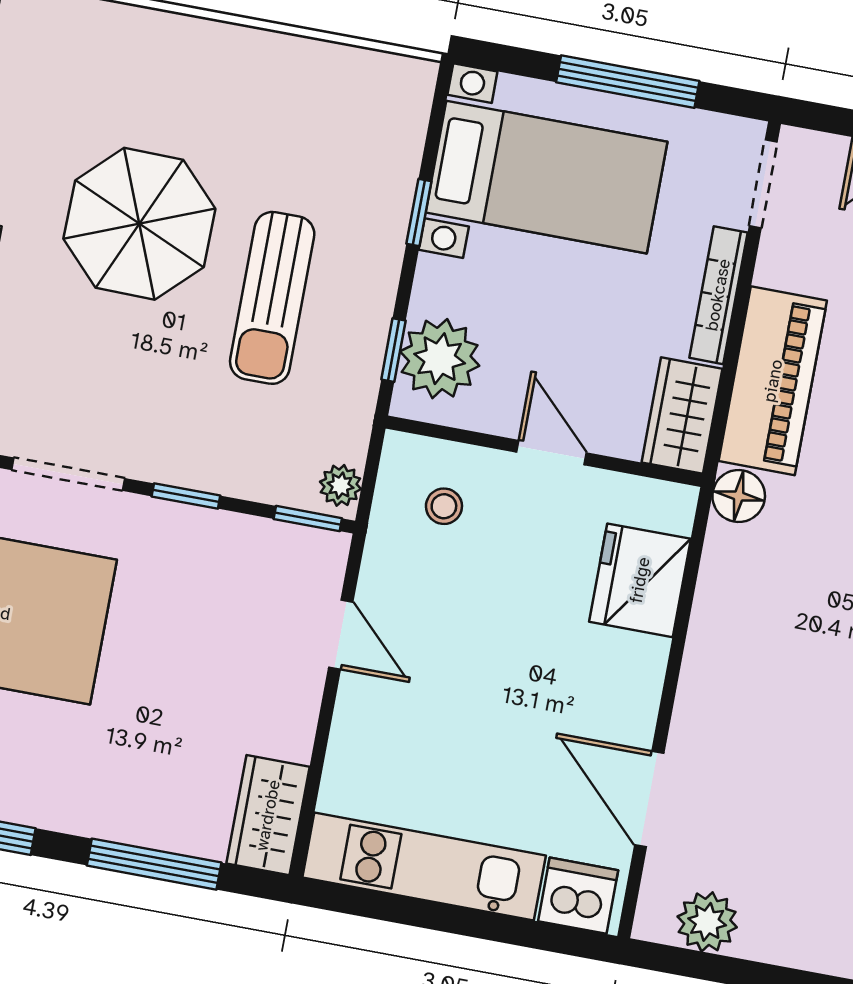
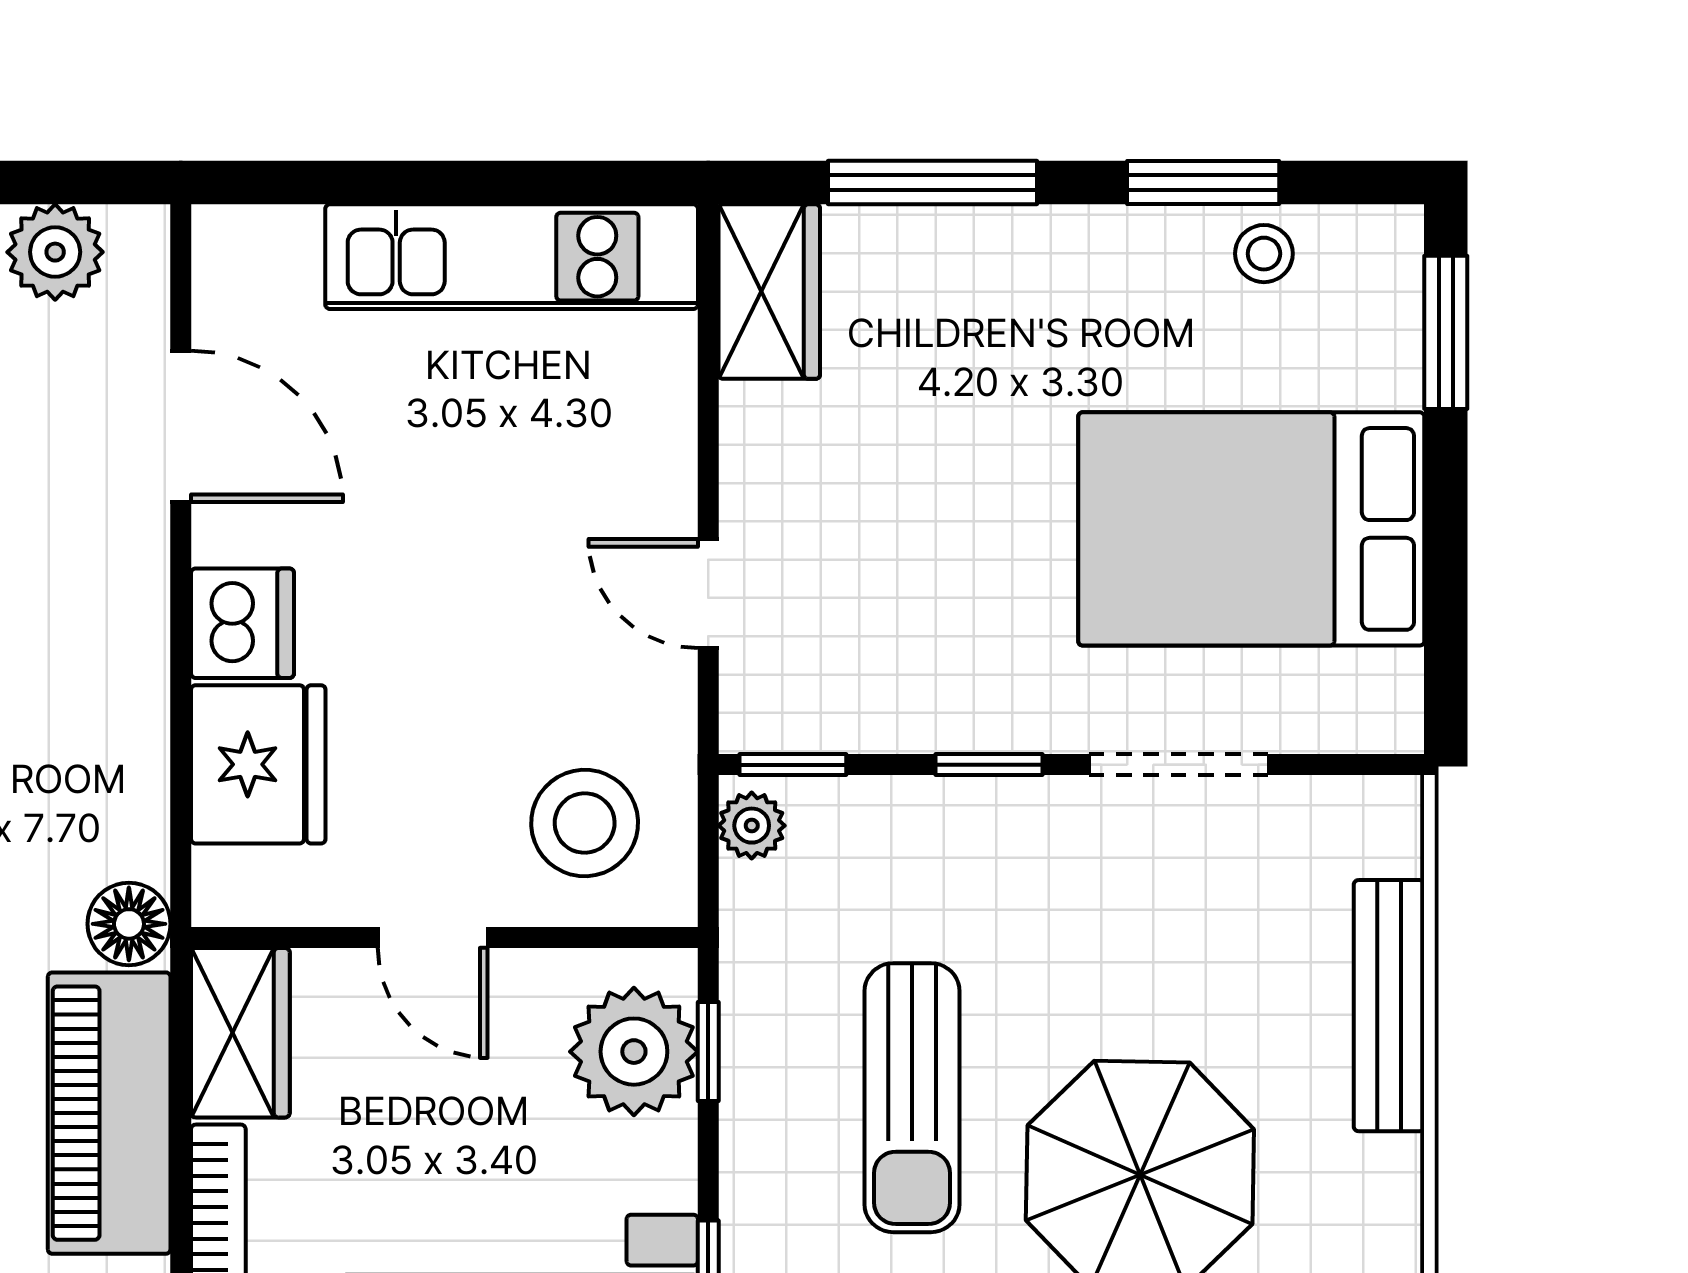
sun lounger: (272, 298) -> (912, 1098), turned 180
stool: (444, 506) -> (585, 823), width x1.89, depth x1.89
dishwasher: (578, 896) -> (242, 623), moved, turned -90

